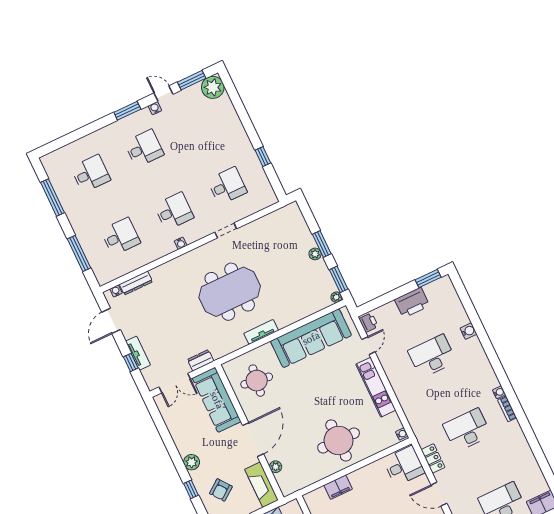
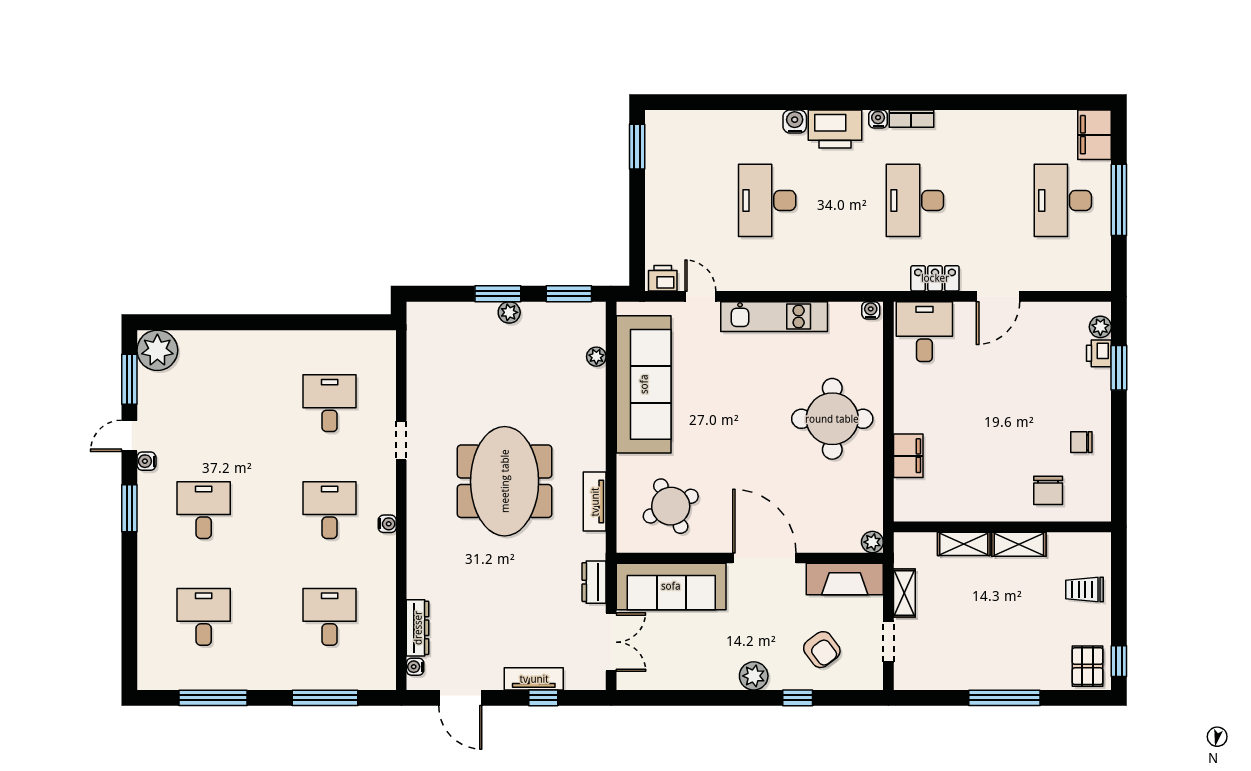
window: (263, 157) -> (309, 322), removed
plant: (336, 297) -> (596, 357), moved
printer: (412, 303) -> (835, 129), moved, turned 90
water cooler: (468, 331) -> (795, 121), moved
tv unit: (261, 332) -> (595, 502), moved
round table: (257, 381) -> (671, 506), turned -34
plant: (276, 467) -> (872, 542), moved

